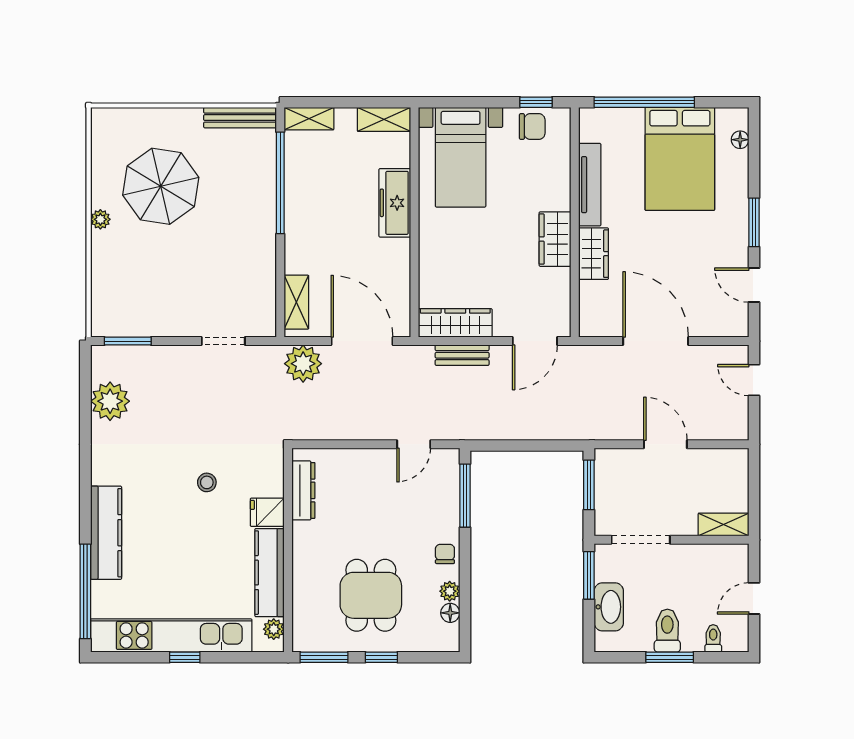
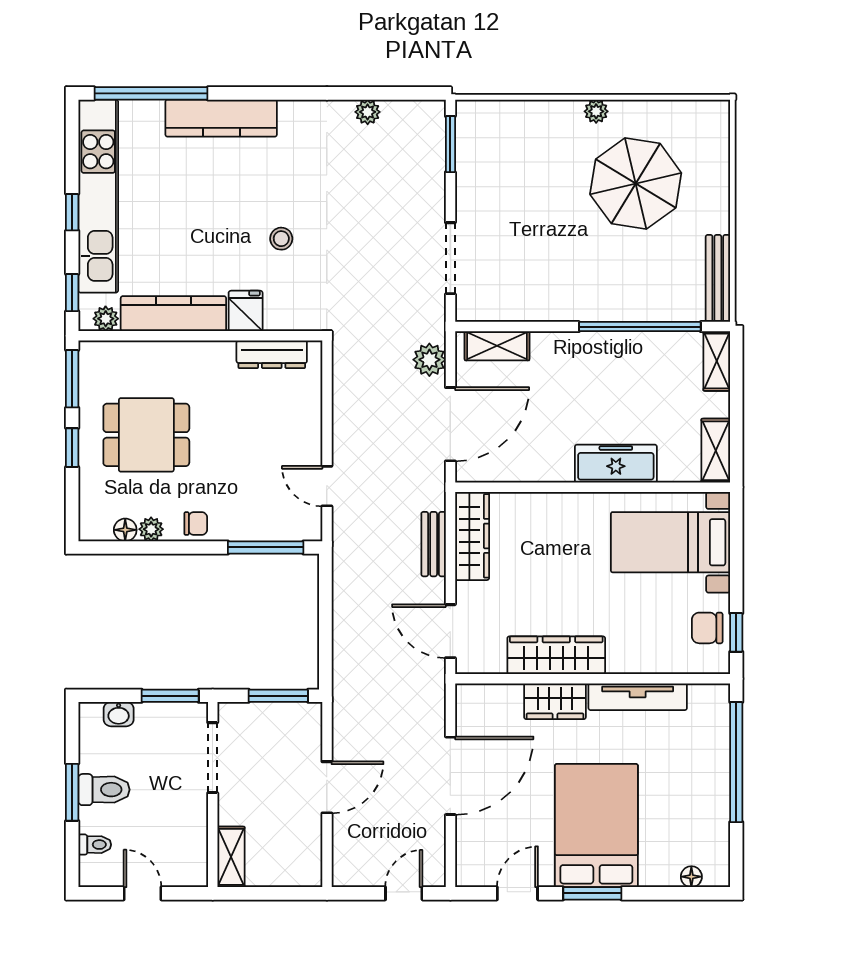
chair: (532, 127) -> (707, 628), turned 90
bed: (680, 159) -> (596, 826), moved, turned 90
wardrobe: (555, 239) -> (556, 655), width x1.50
doorway: (223, 341) -> (450, 258), width x1.38
plant: (303, 364) -> (429, 360), width x0.73, depth x0.73
plant: (110, 401) -> (368, 112), width x0.53, depth x0.53
washbasin: (609, 607) -> (119, 714), width x0.52, depth x0.69
window: (252, 657) -> (72, 293), added

